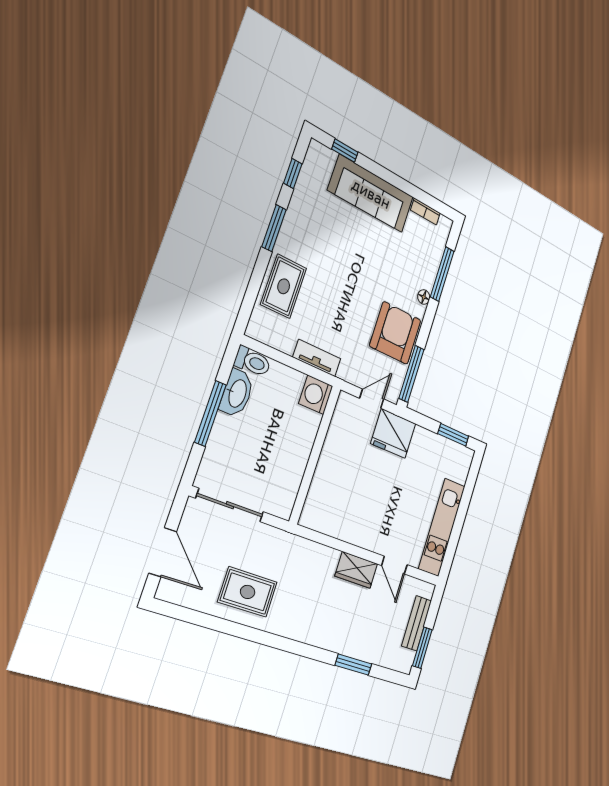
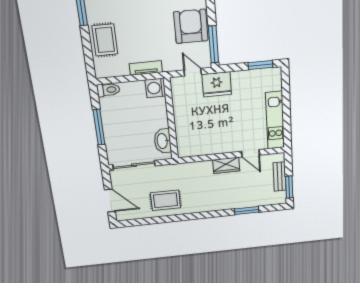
washbasin: (237, 393) -> (163, 141), moved, turned 180
door: (372, 399) -> (193, 72), hinge flipped

